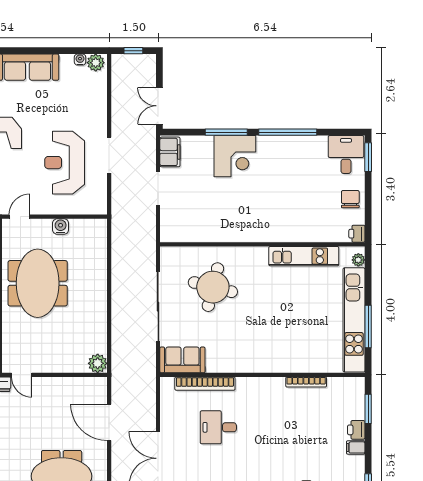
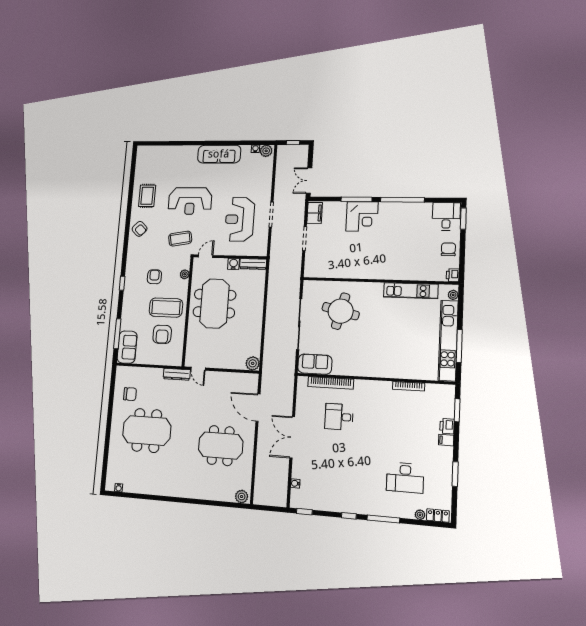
dresser: (88, 226) -> (253, 264), added

